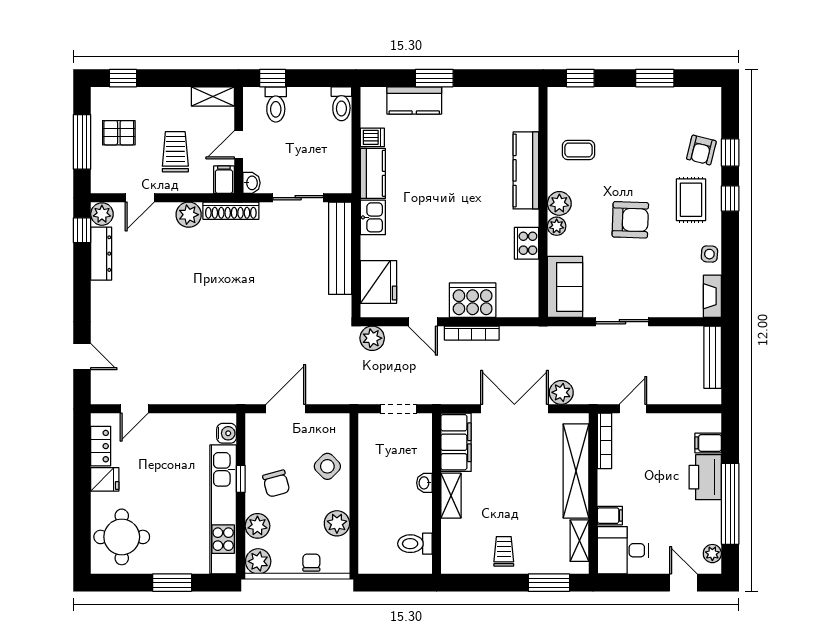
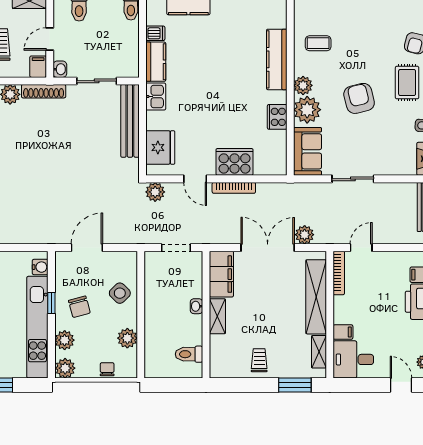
armchair: (630, 220) -> (359, 98), turned -106
plant: (557, 226) -> (307, 110), width x1.88, depth x1.88

